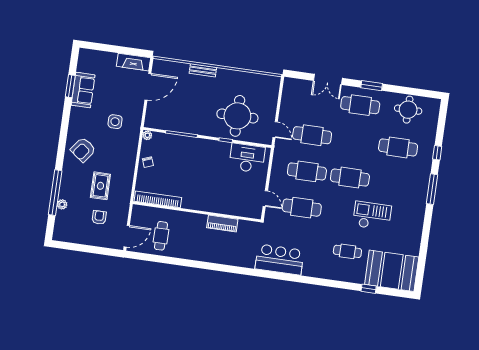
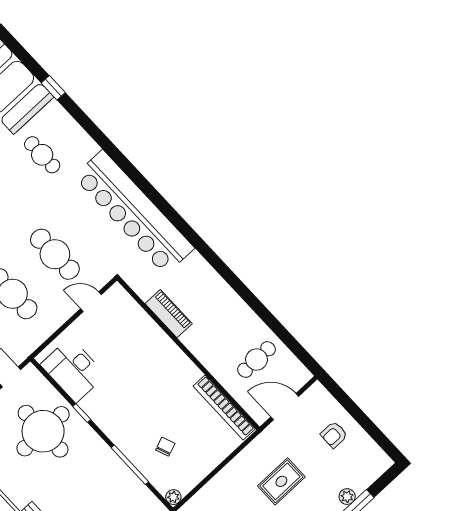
chair: (148, 162) -> (165, 447), moved
door: (265, 199) -> (91, 302), hinge flipped
armchair: (99, 217) -> (334, 435), moved
door: (127, 236) -> (285, 407), moved
bar counter: (280, 260) -> (134, 212), width x1.86

